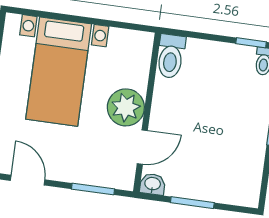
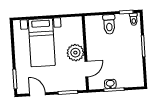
toilet: (171, 56) -> (109, 24), moved
washbasin: (152, 184) -> (110, 84), moved

